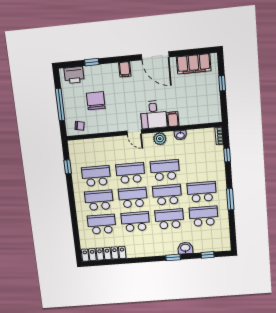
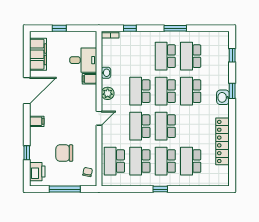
desk: (154, 115) -> (83, 60), moved
window: (68, 167) -> (160, 189), moved
school desk: (135, 222) -> (114, 161), moved
washbasin: (185, 248) -> (223, 97), moved
locker: (104, 254) -> (223, 141), moved

